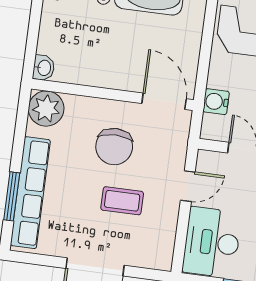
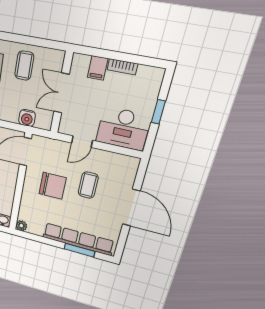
plant: (46, 109) -> (21, 226), width x0.53, depth x0.53
door: (188, 186) -> (82, 142), swing flipped

